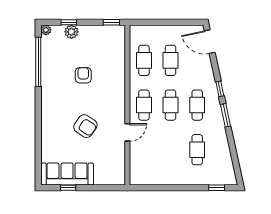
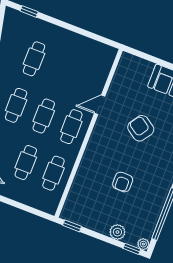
window: (69, 22) -> (132, 249), moved

